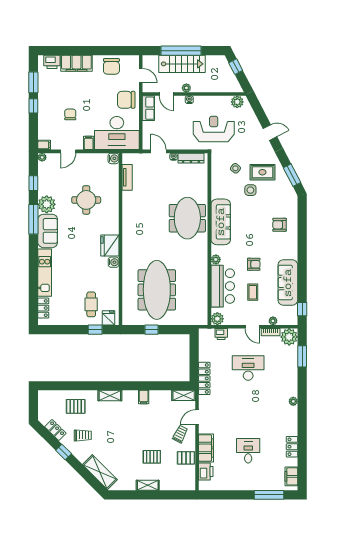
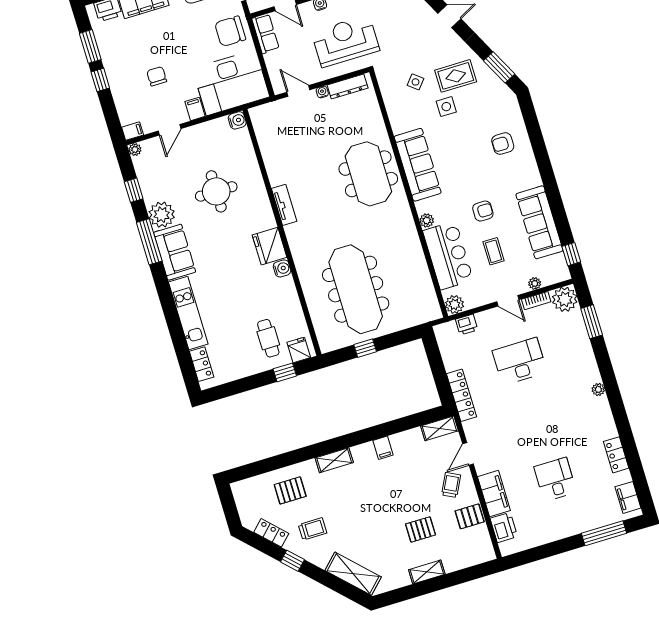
reception desk: (214, 129) -> (346, 41), moved
tv unit: (127, 177) -> (284, 205), moved

